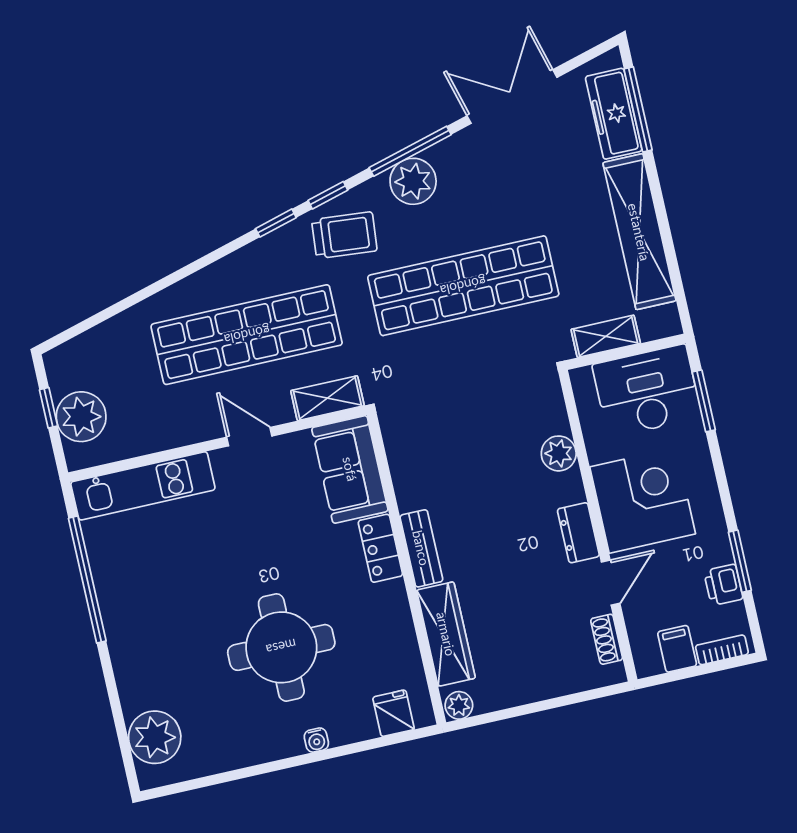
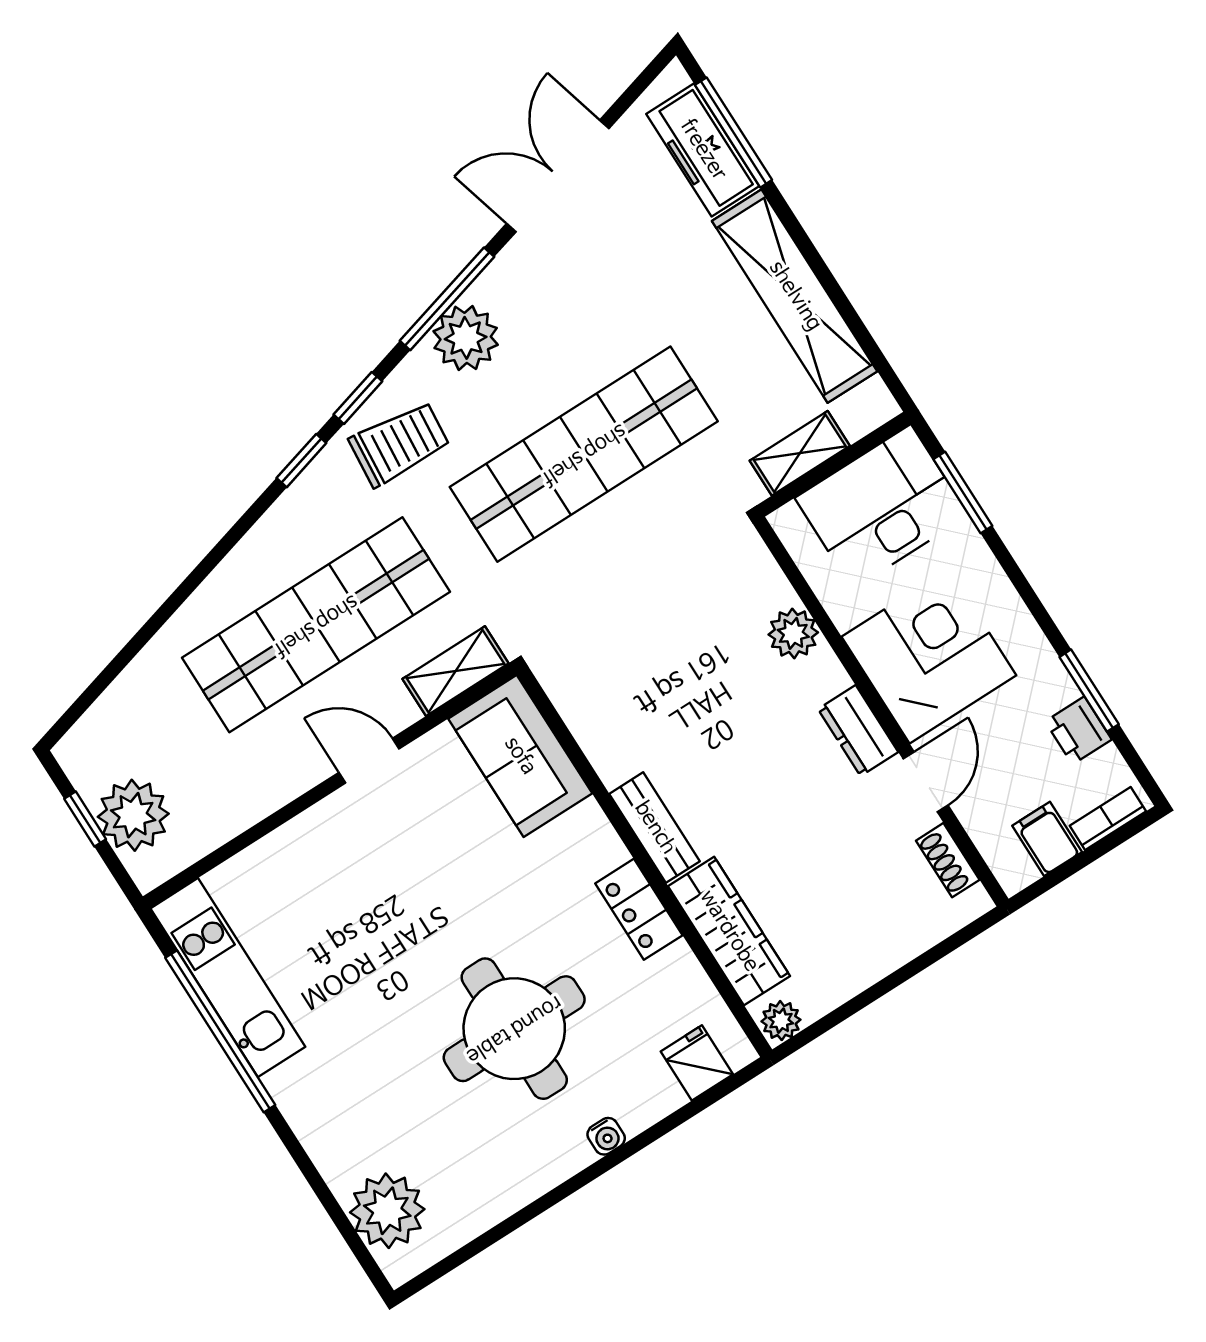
kitchen unit: (143, 486) -> (228, 978), moved, turned -90
locker: (380, 548) -> (639, 909), moved

